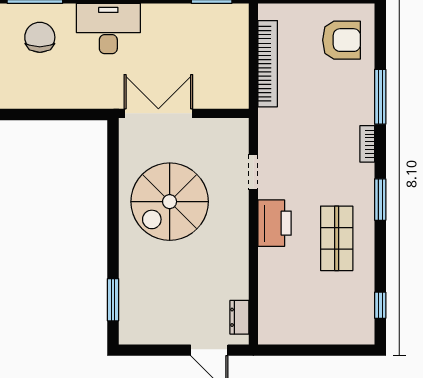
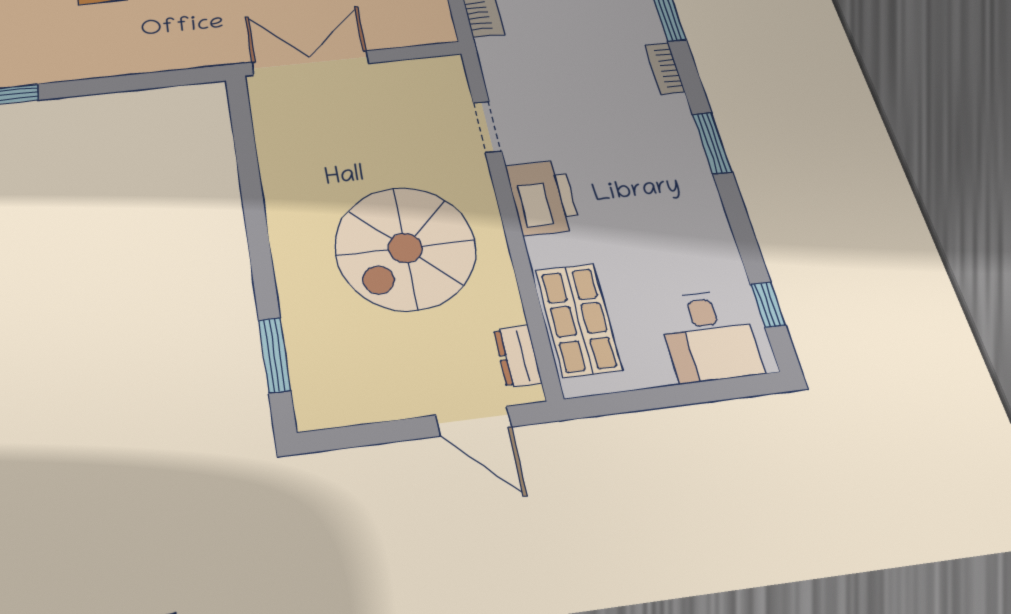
spiral stairs: (170, 202) -> (405, 248), moved
shop shelf: (337, 238) -> (579, 320), moved
desk: (343, 319) -> (709, 336), added

